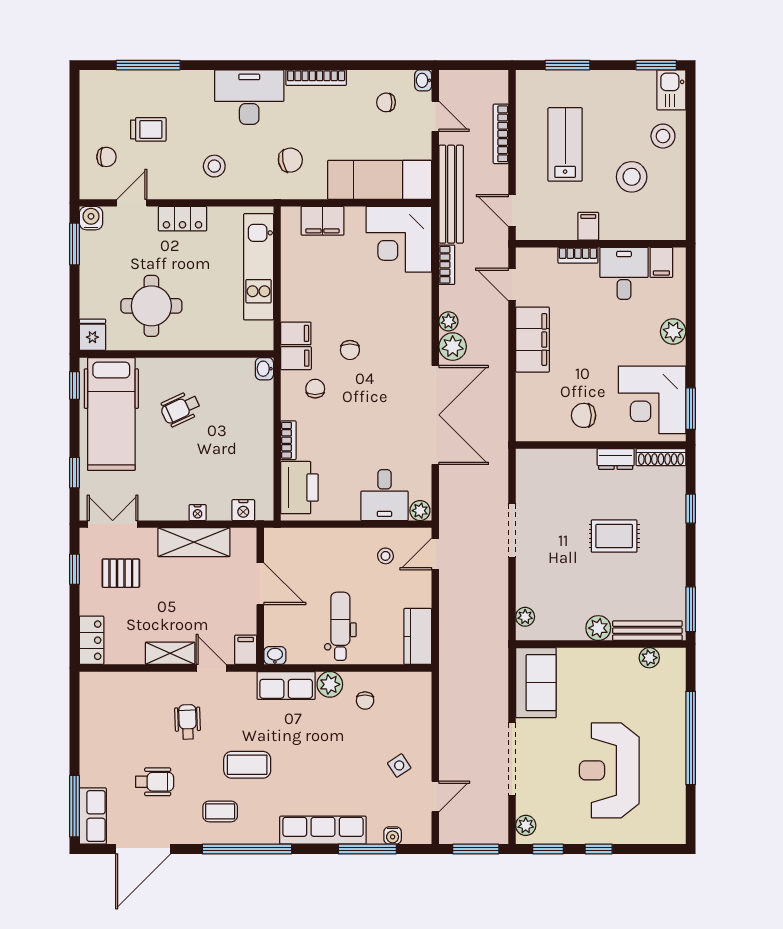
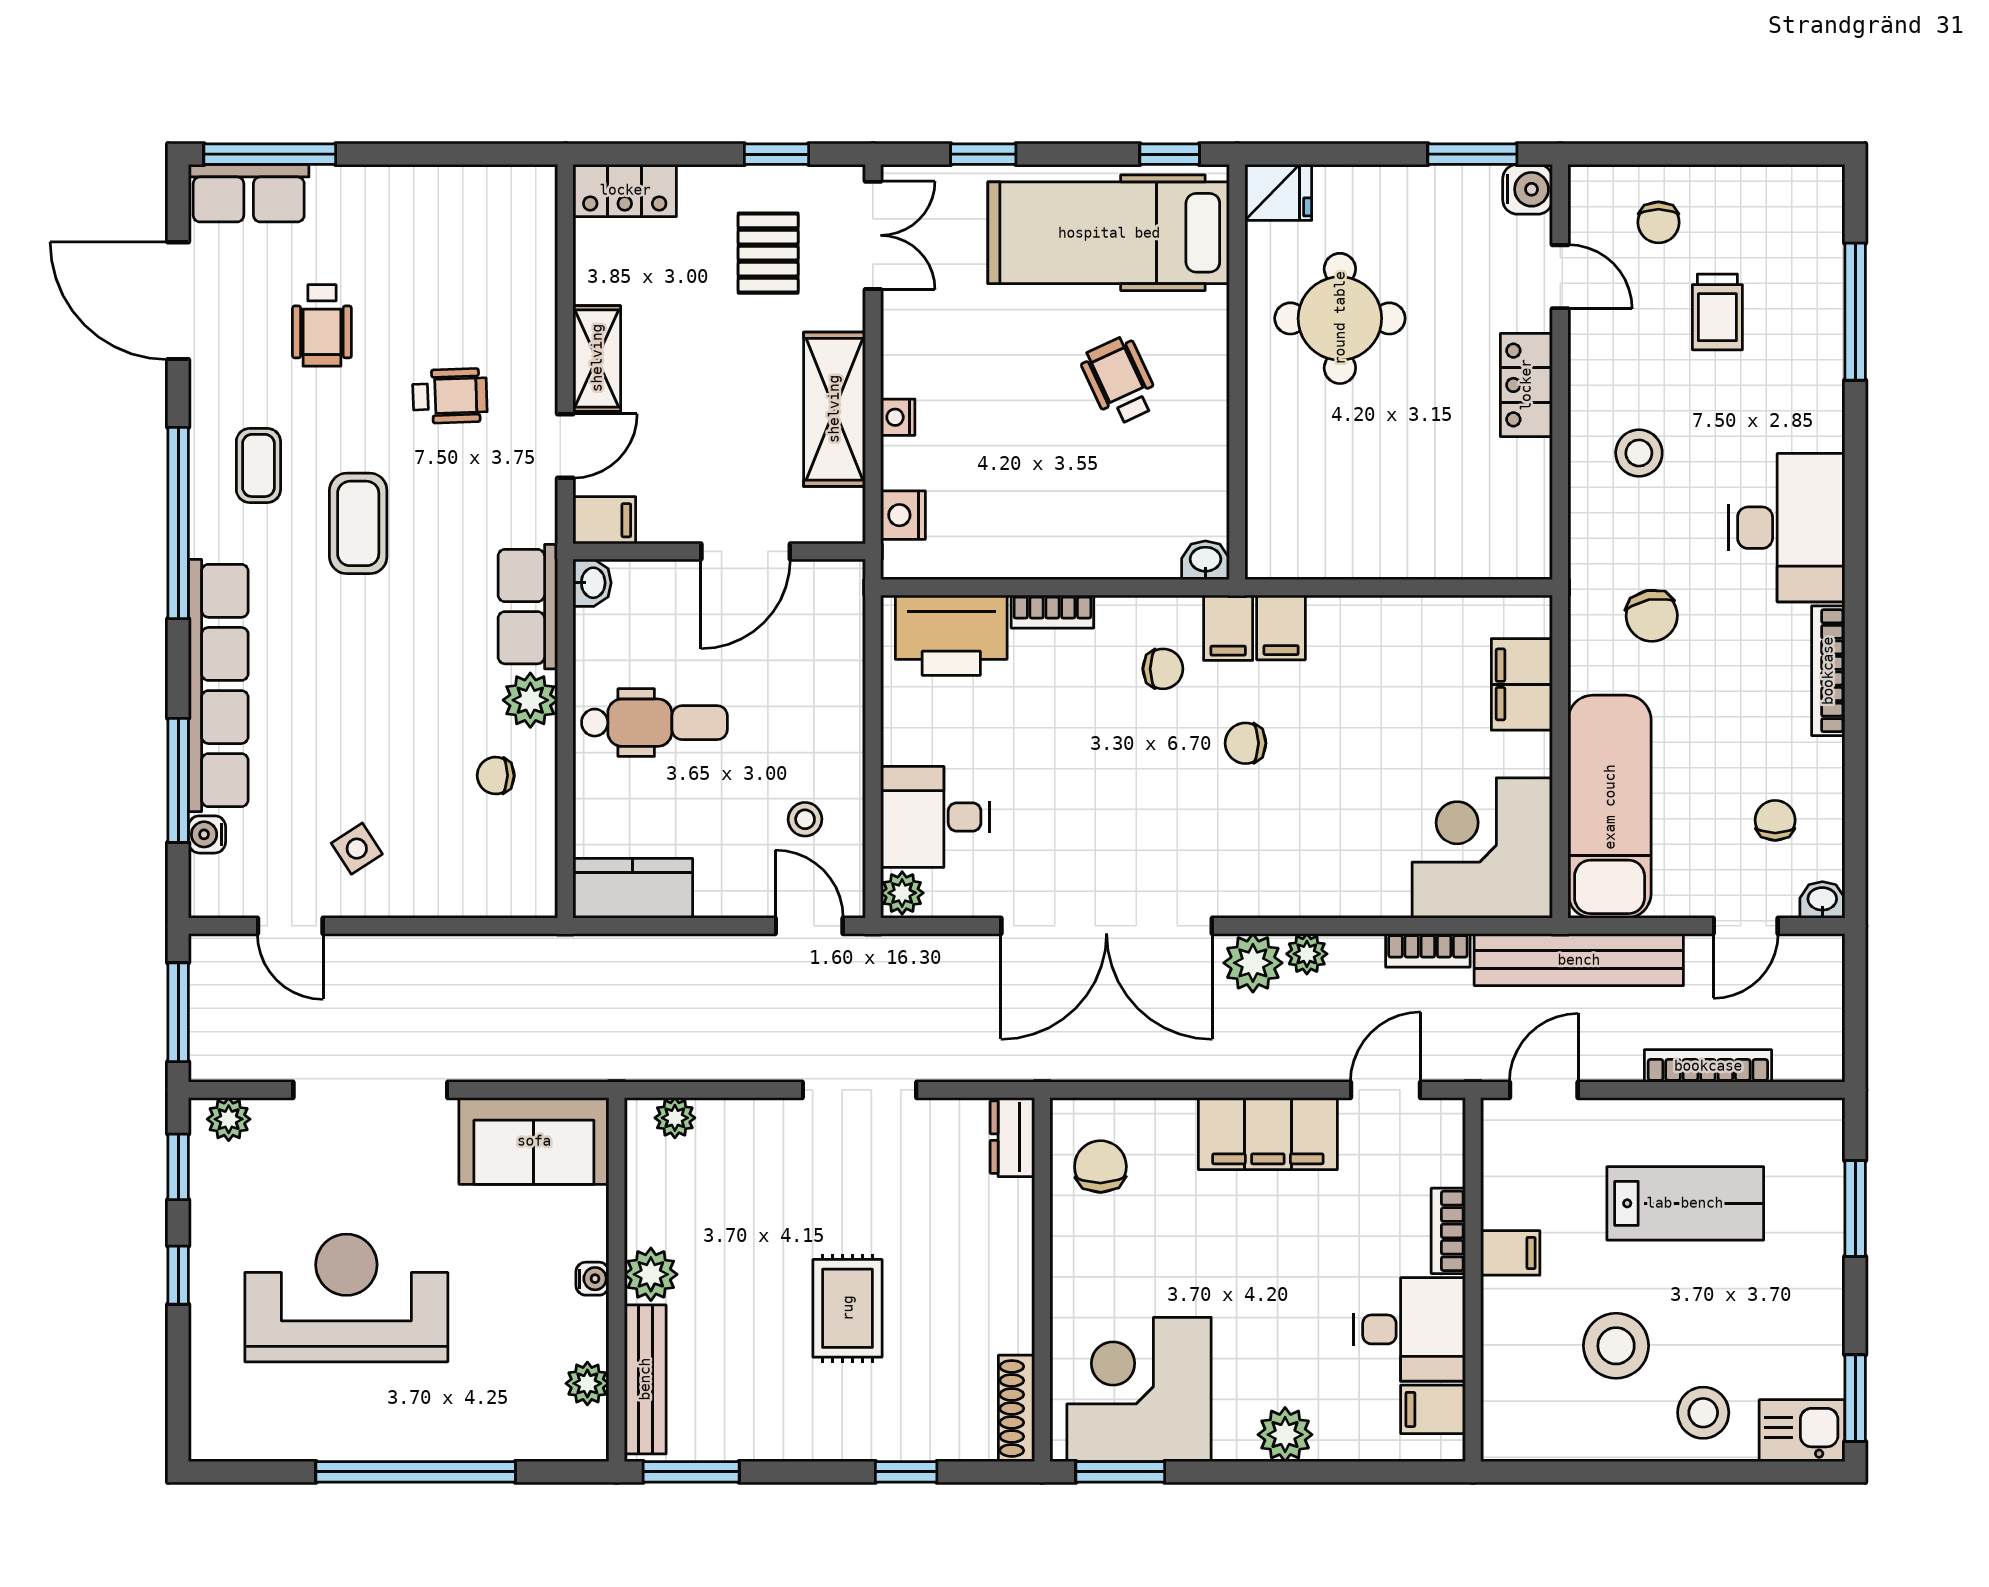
kitchen unit: (259, 267) -> (1424, 548), removed
chair: (584, 415) -> (1100, 1167), moved
dresser: (616, 459) -> (1012, 1137), moved
water cooler: (600, 655) -> (592, 1279), added
row of seats: (323, 830) -> (218, 685), width x1.36

